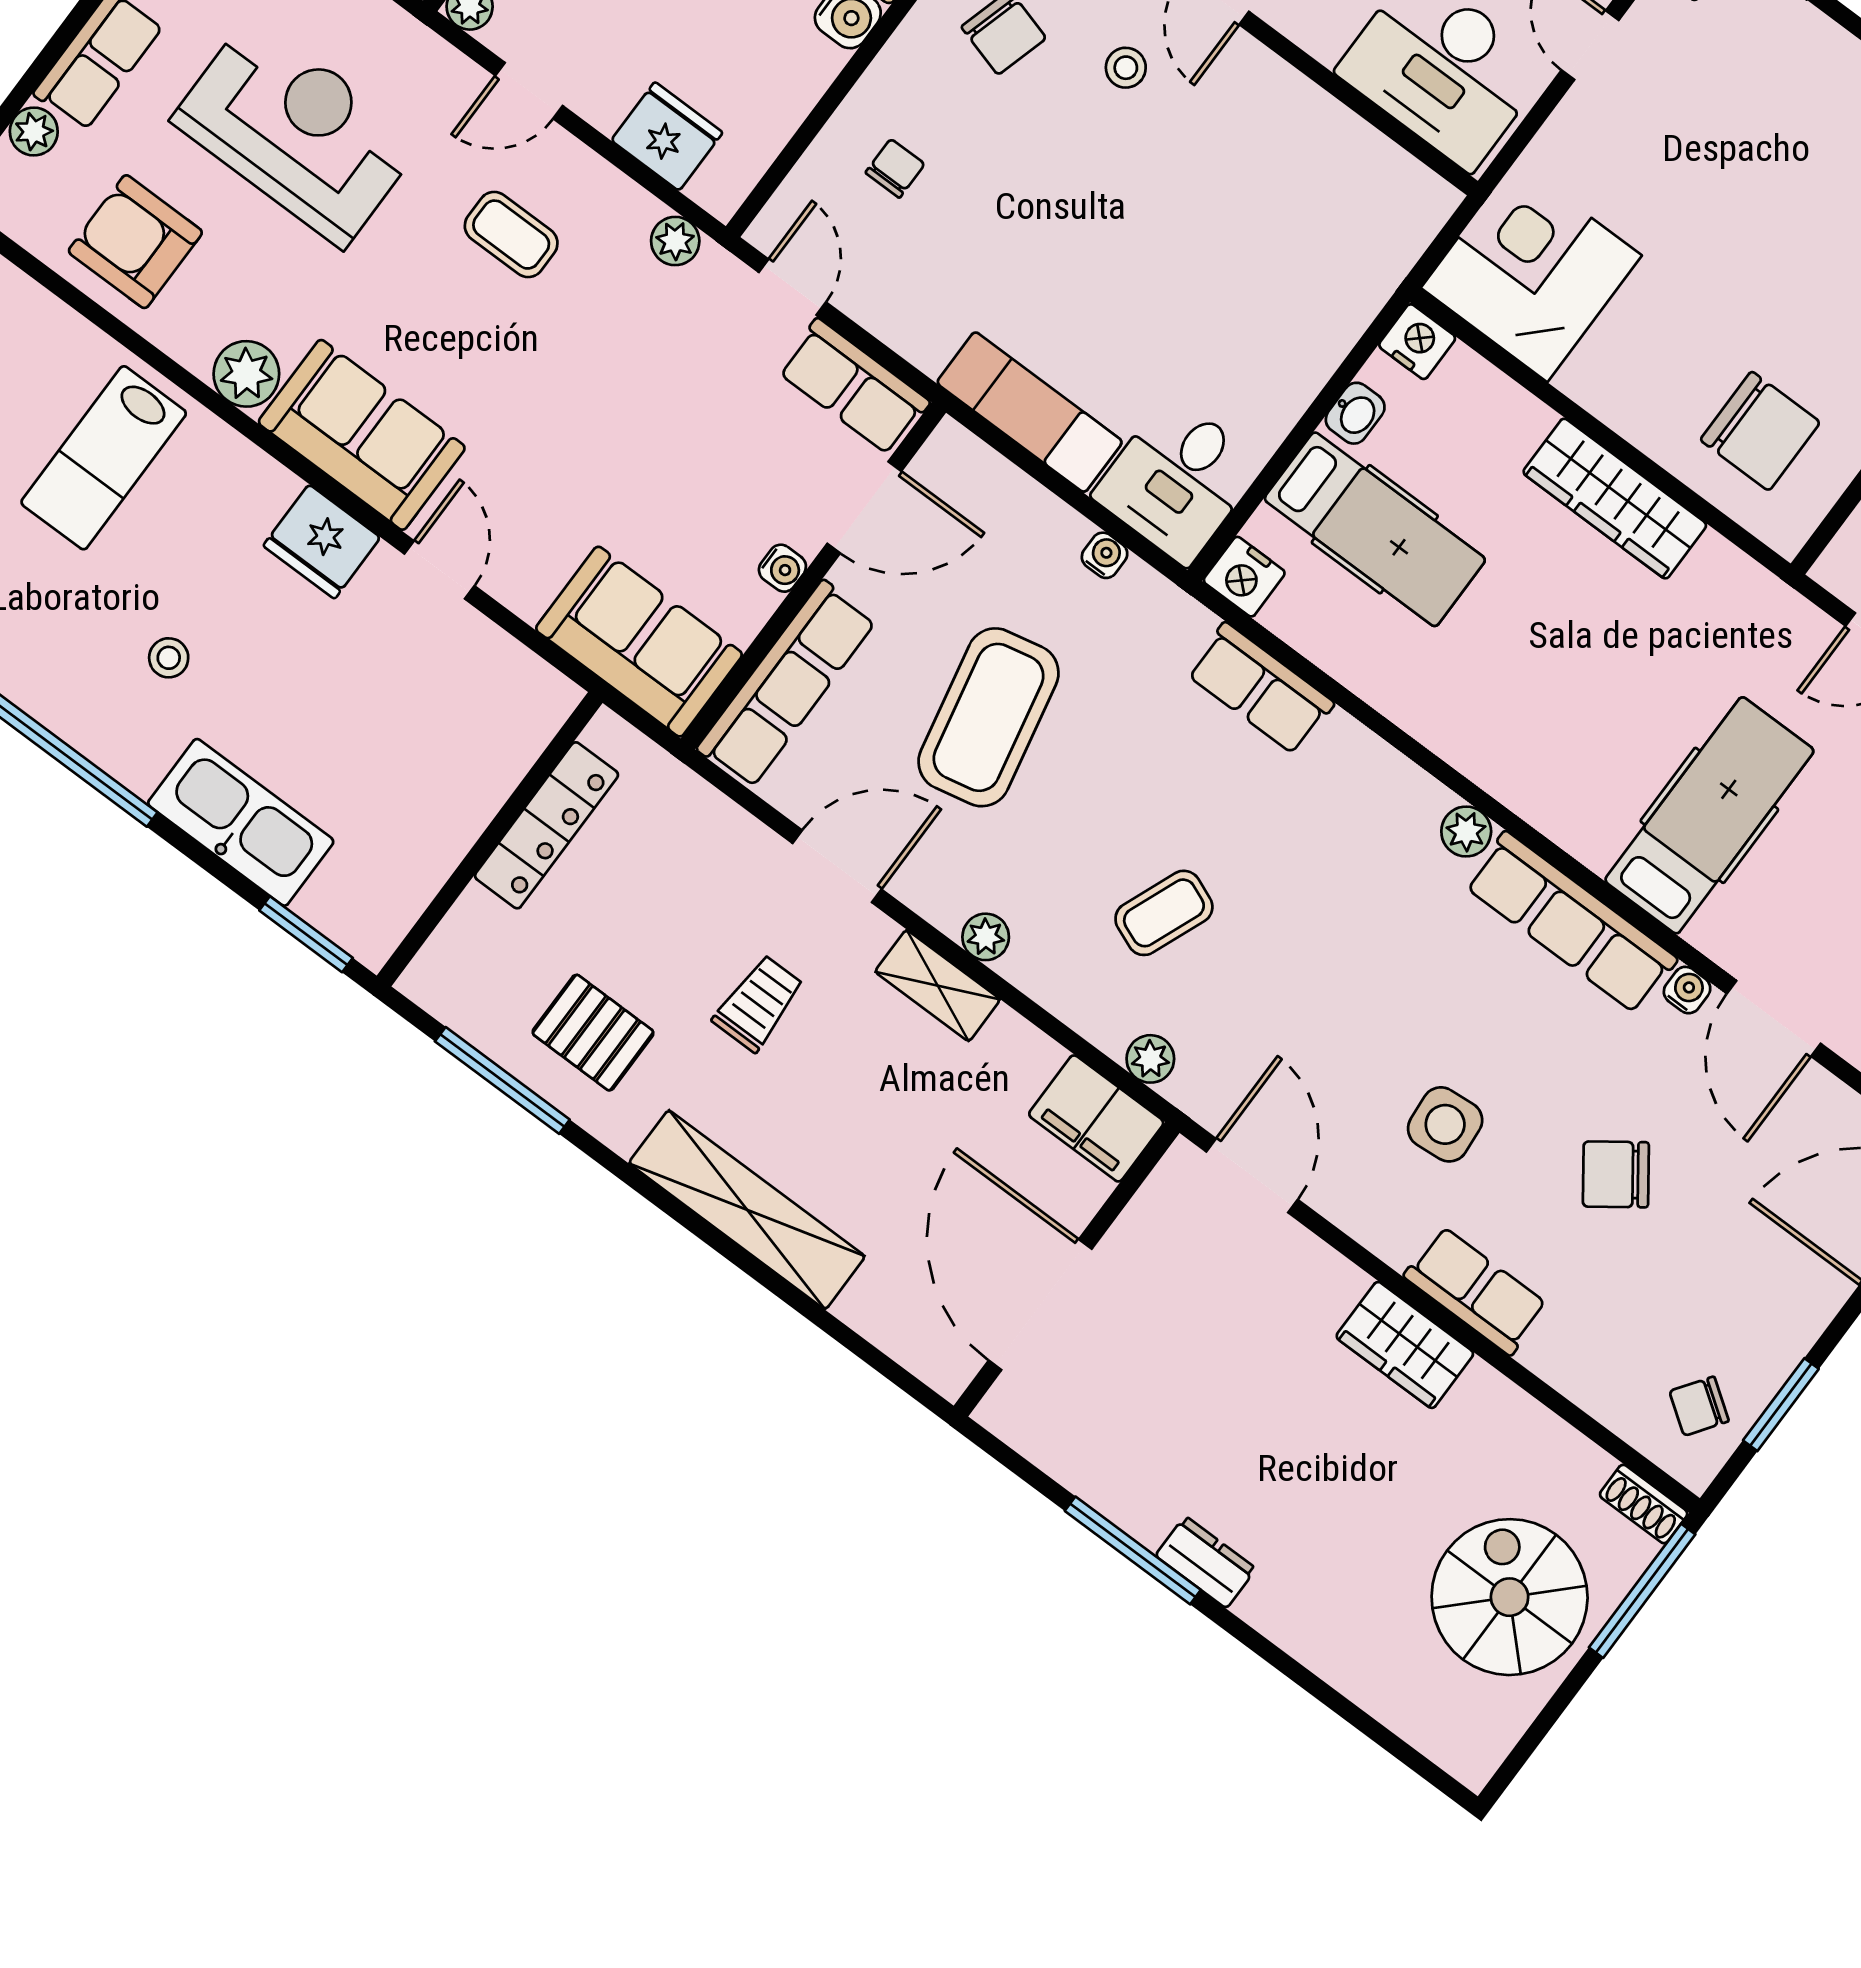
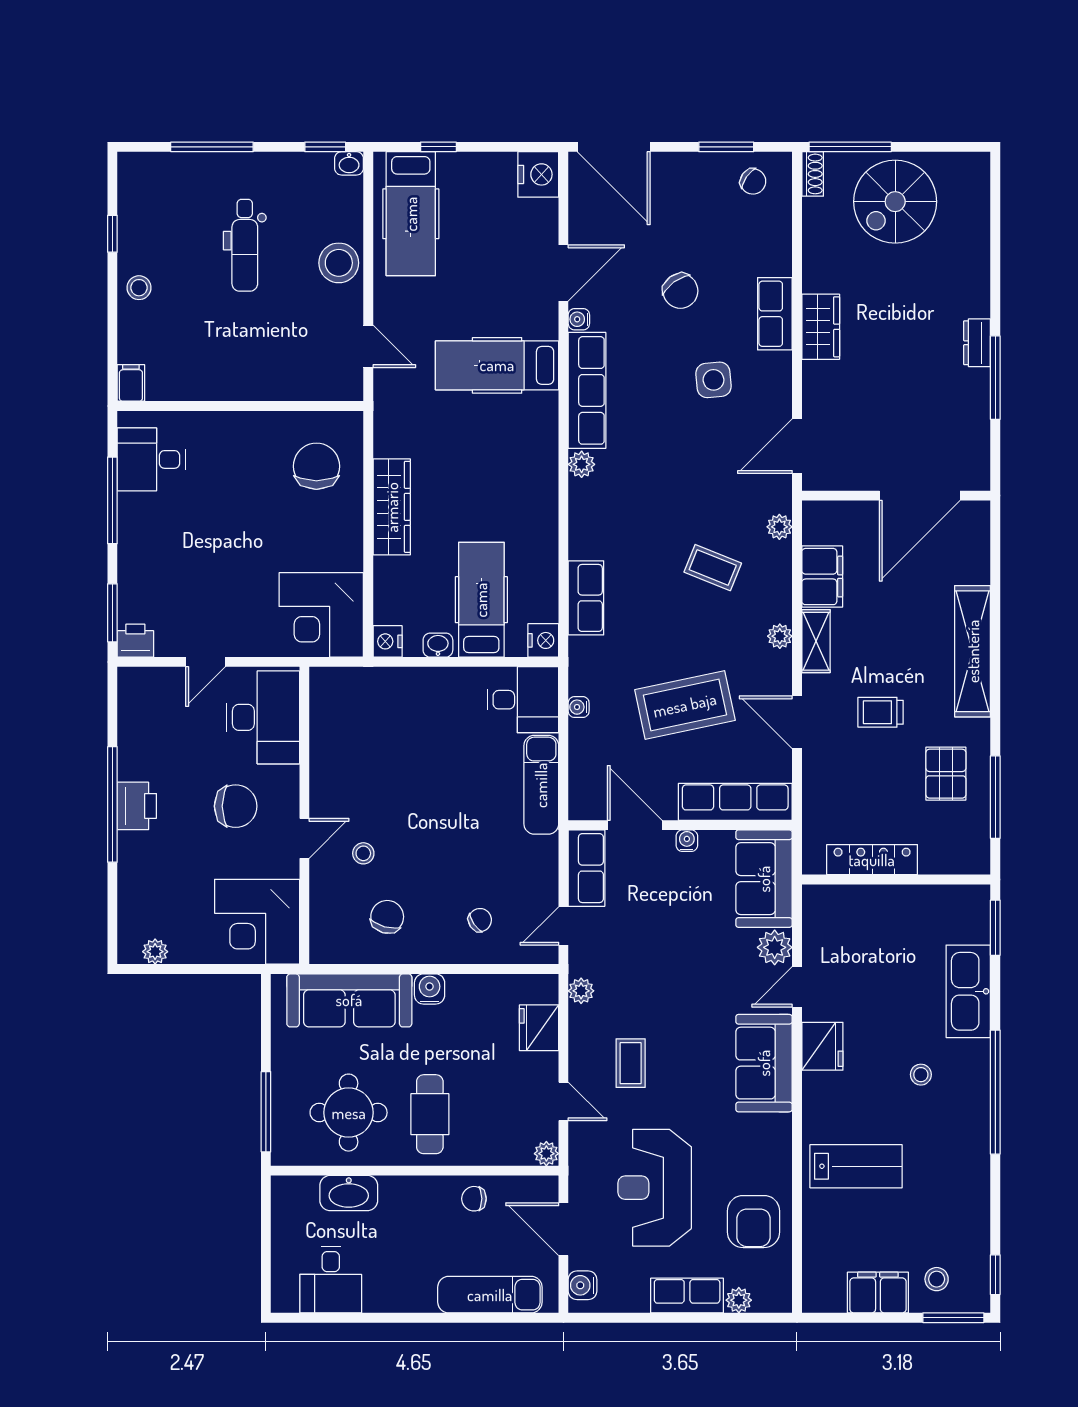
chair: (895, 168) -> (480, 920), turned 146
plant: (246, 374) -> (775, 947), moved
filing cabinet: (1096, 1118) -> (822, 577), moved

